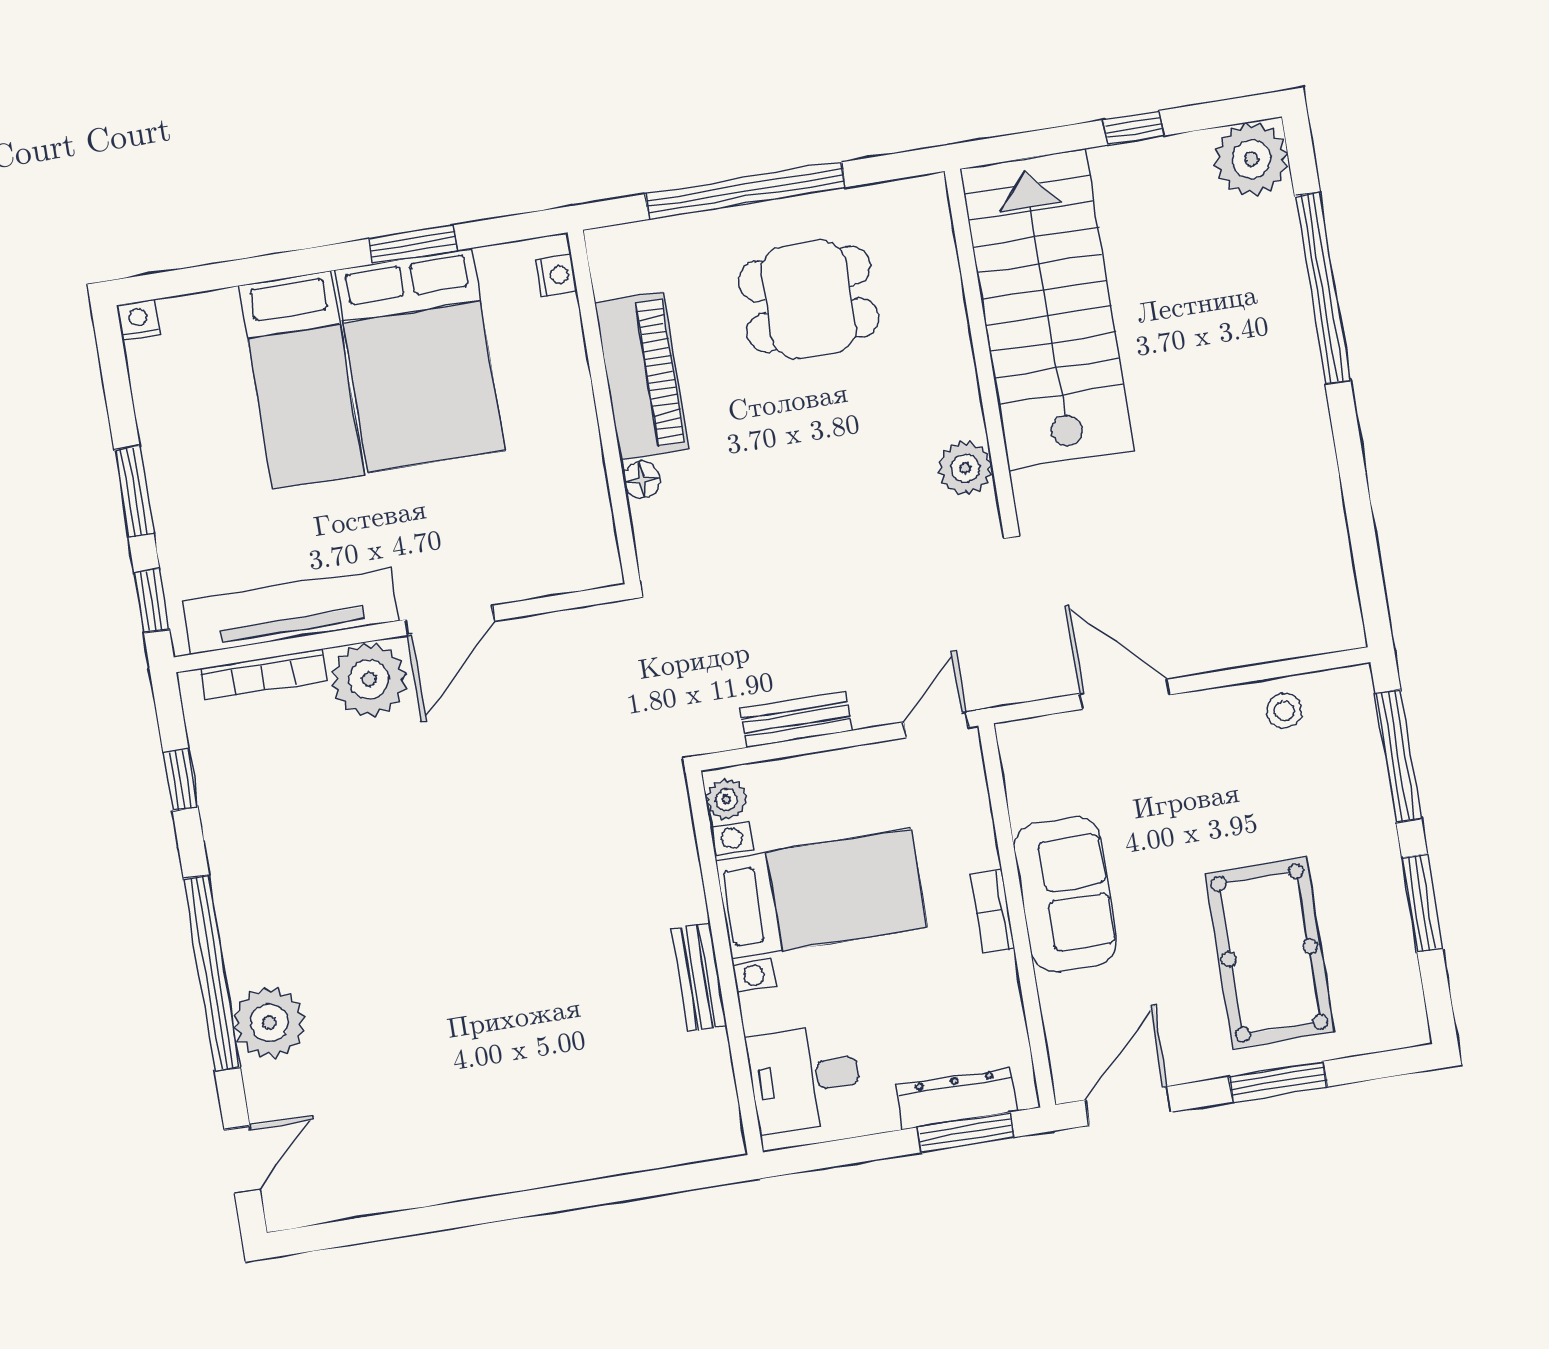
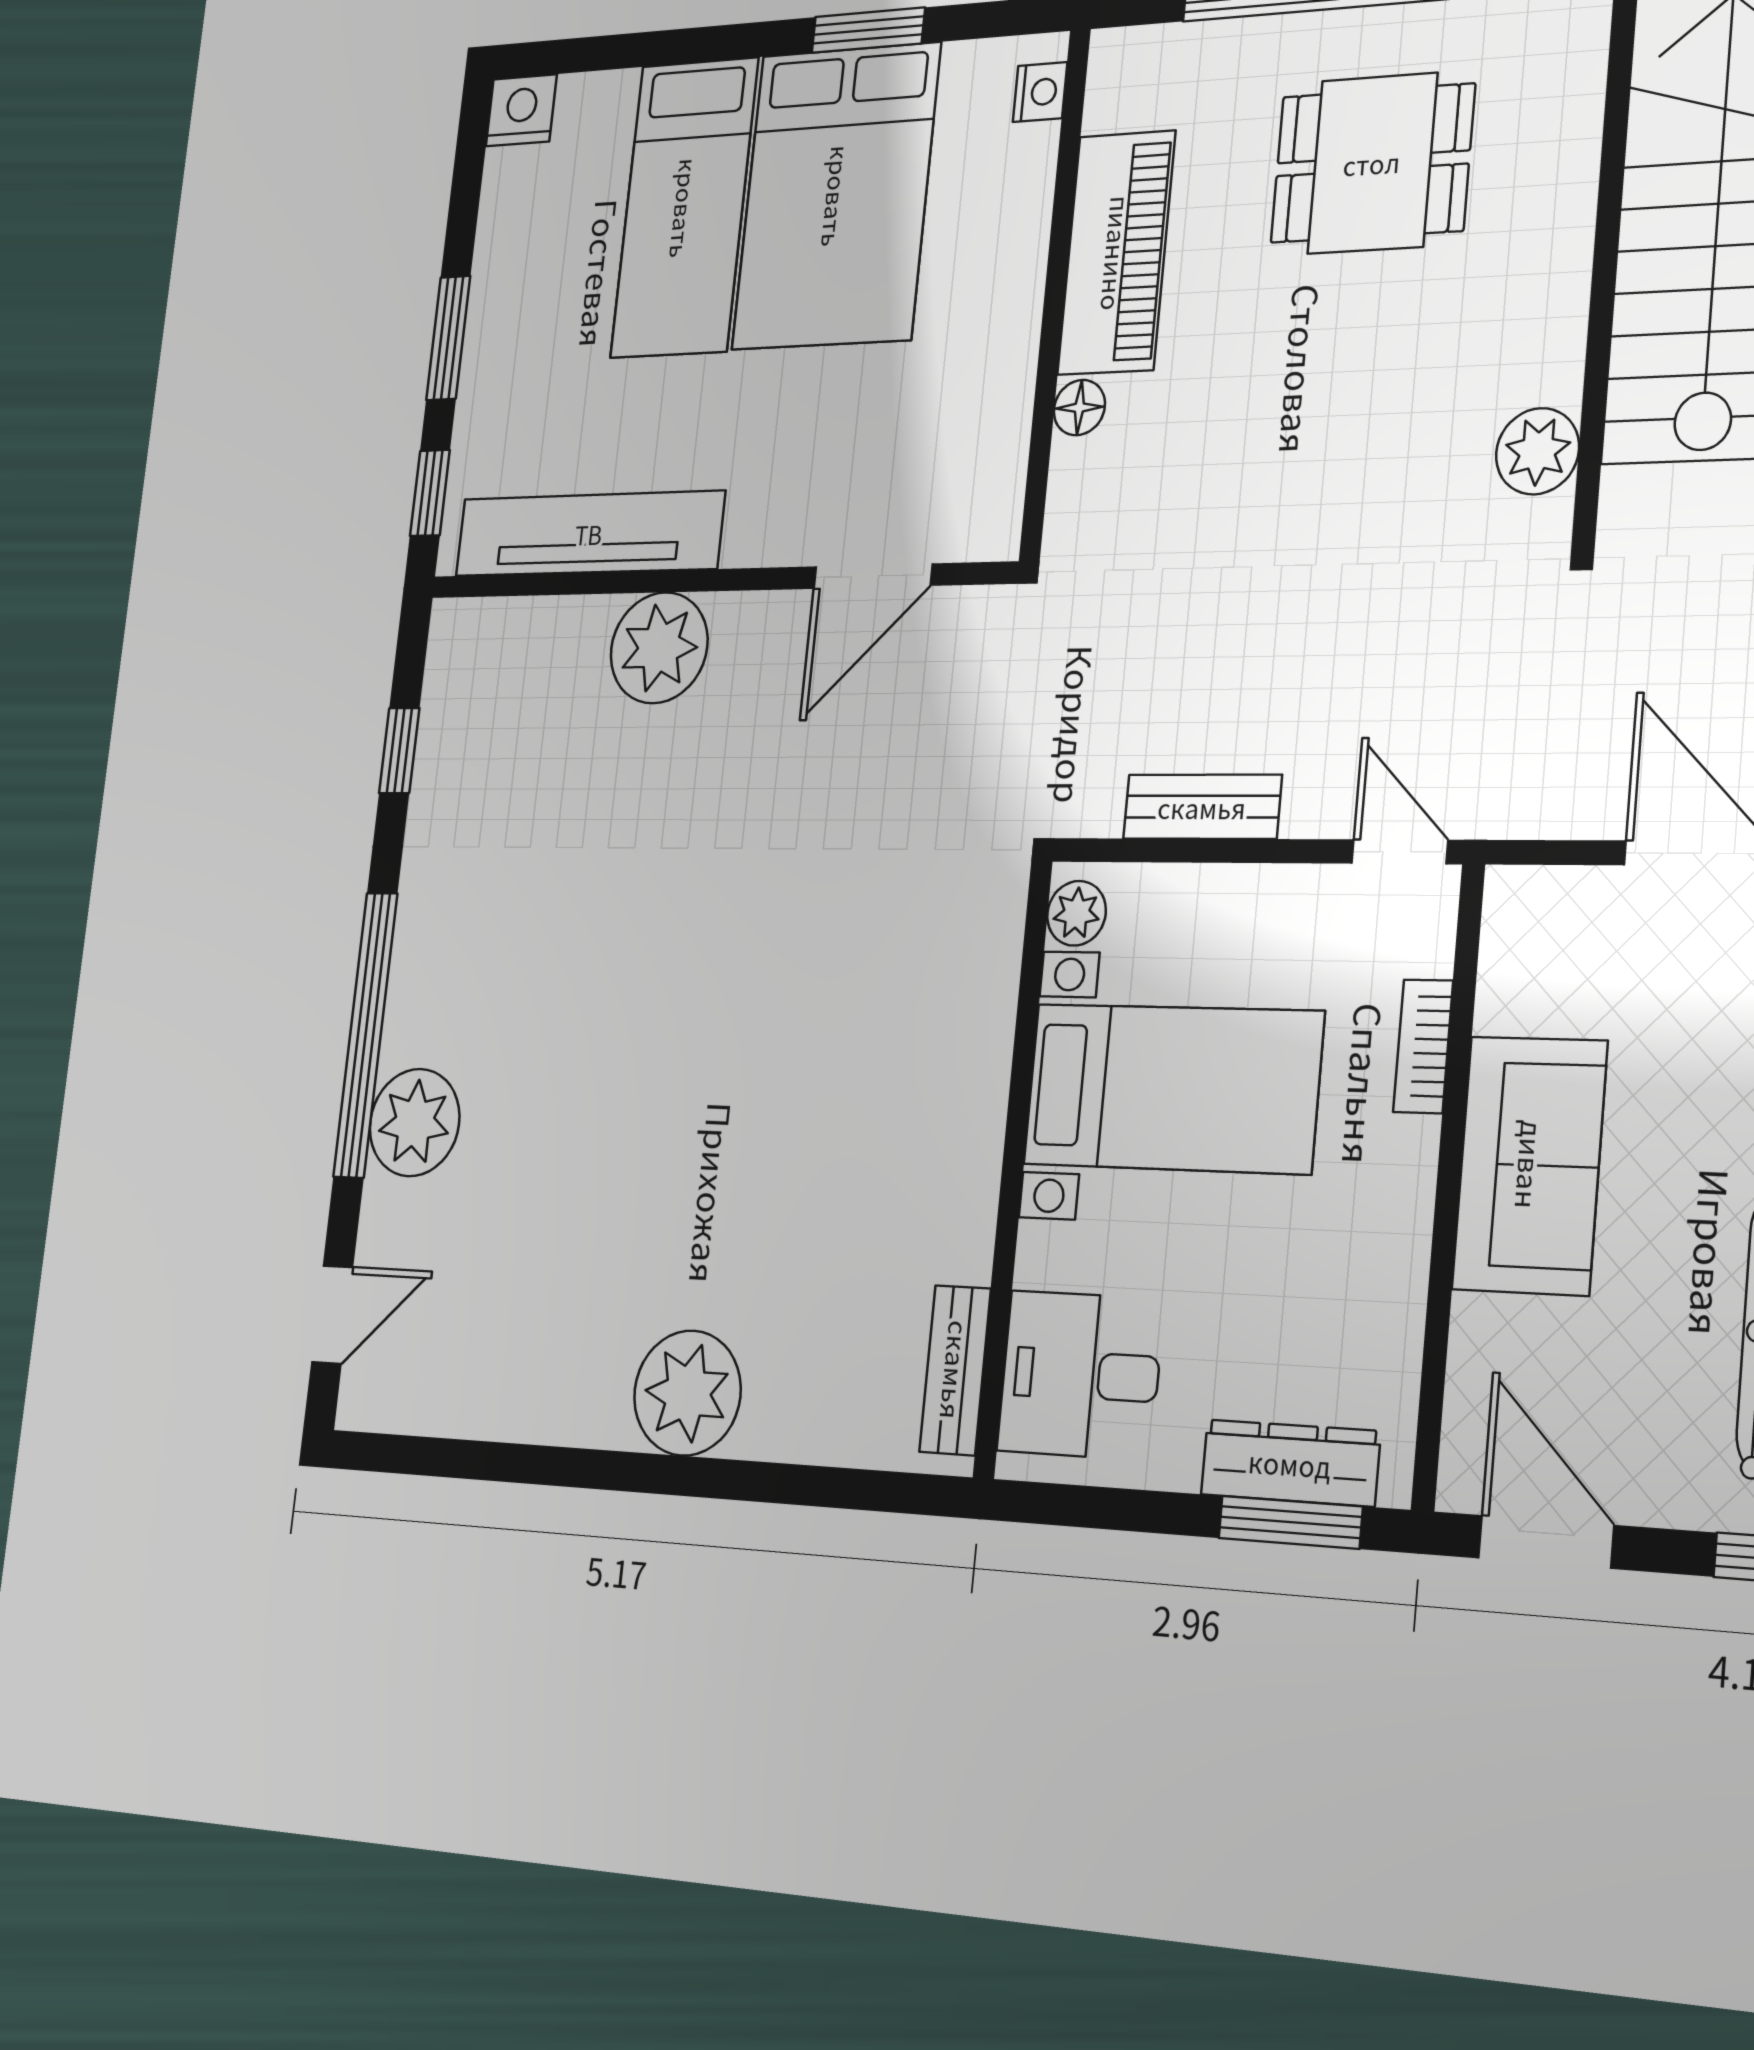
nightstand: (138, 320) -> (521, 110), width x1.39, depth x1.35
door: (450, 620) -> (873, 576), moved
bookcase: (263, 674) -> (534, 618), removed
door: (936, 725) -> (1400, 852), hinge flipped
bookcase: (992, 911) -> (1423, 1046), moved
bench: (699, 977) -> (955, 1370), moved
door: (1128, 1106) -> (1546, 1542), hinge flipped
plant: (530, 1150) -> (687, 1393), added

